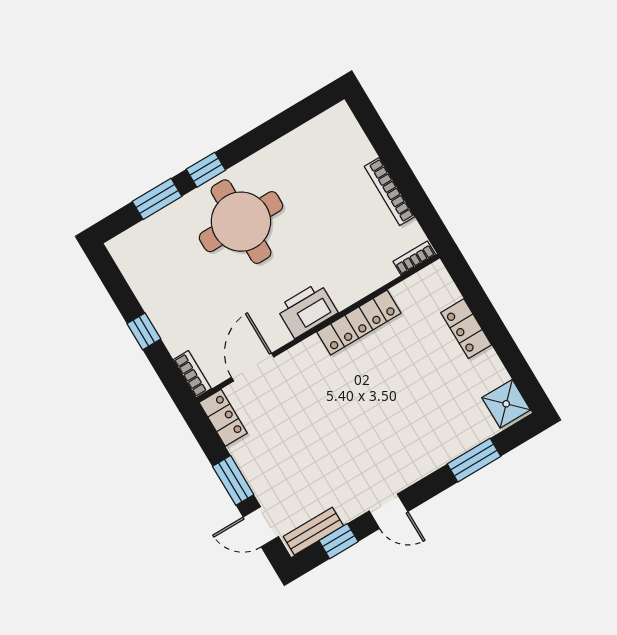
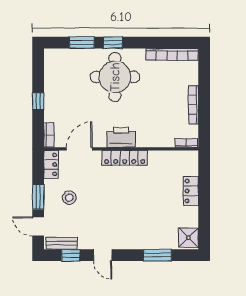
bookcase: (309, 133) -> (172, 54), added
locker: (359, 323) -> (125, 158), moved
stool: (283, 453) -> (69, 198), added

